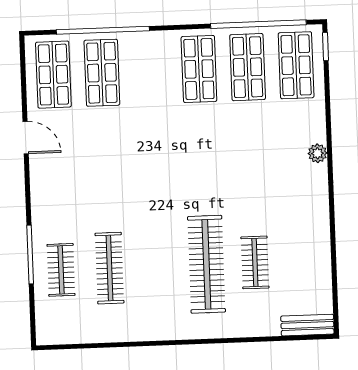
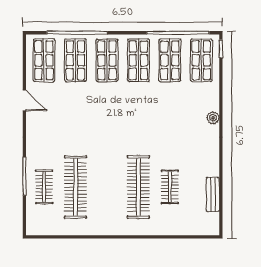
shop shelf: (150, 71) -> (107, 60), added
clothes rail: (109, 268) -> (75, 187), width x1.37, depth x1.31
bench: (307, 325) -> (213, 194), moved, turned 90

